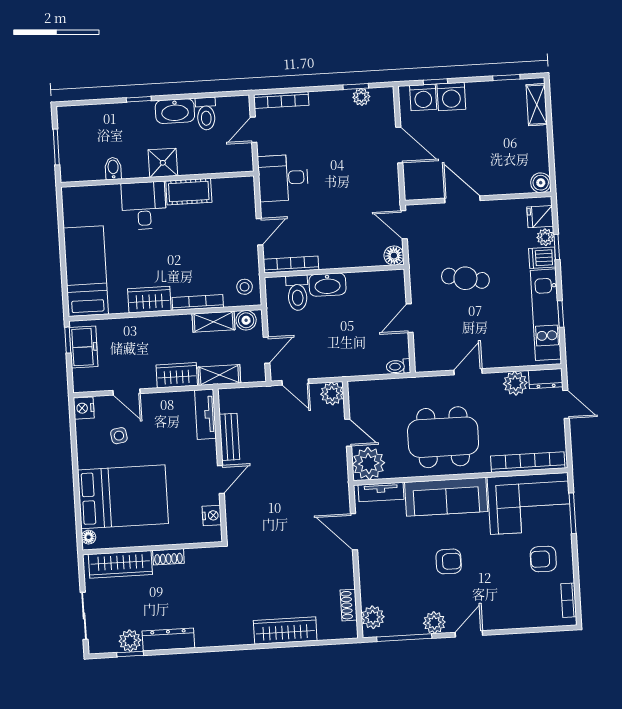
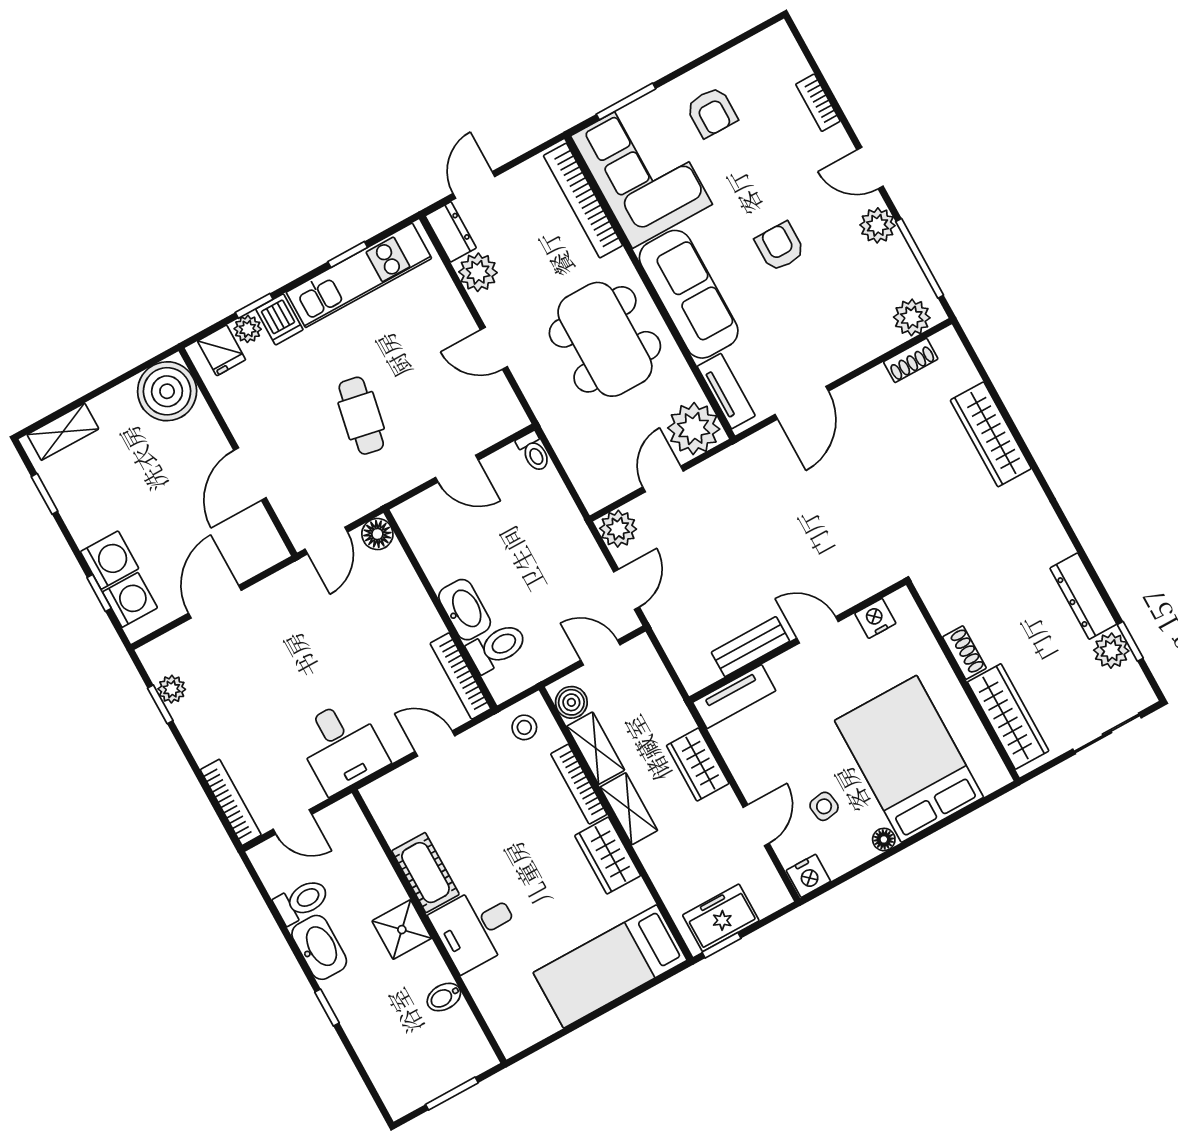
boiler: (541, 183) -> (167, 391), width x1.86, depth x1.86
shelving: (219, 375) -> (629, 809), moved
floor lamp: (89, 537) -> (884, 839), moved
bookcase: (569, 600) -> (818, 103), moved, turned 90

